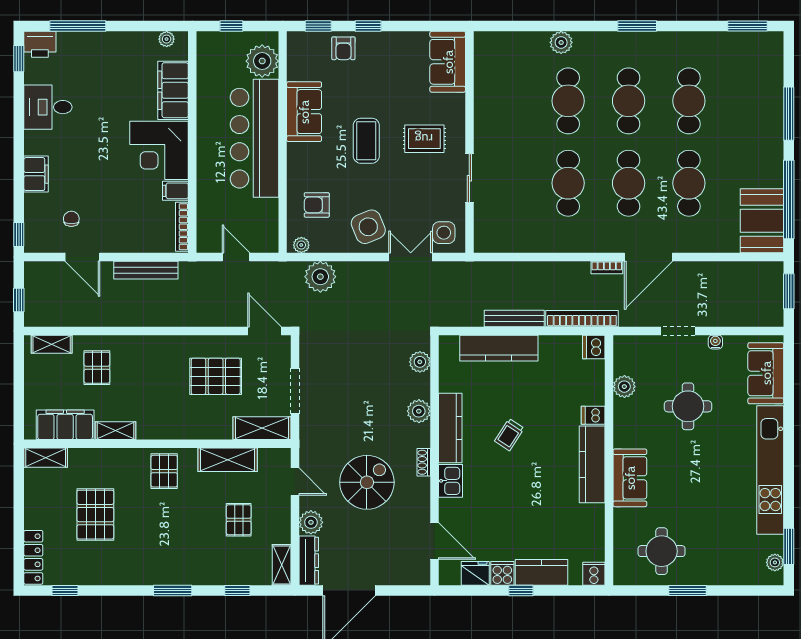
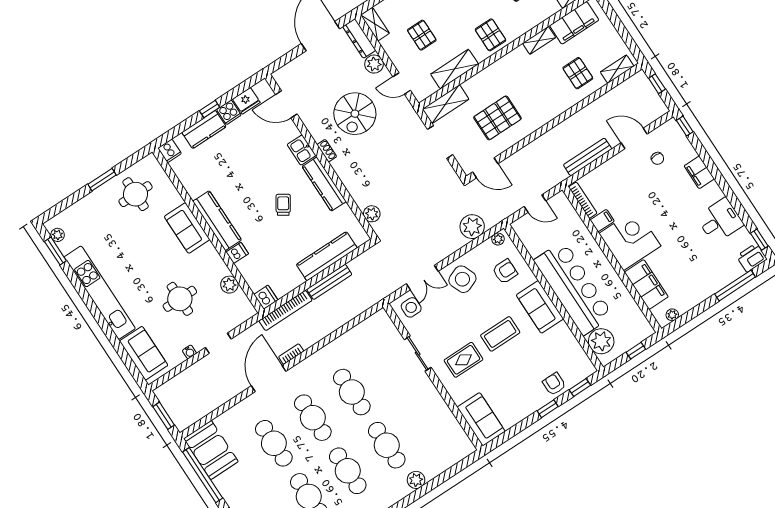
sofa: (304, 112) -> (540, 307), moved
coffee table: (366, 141) -> (500, 334), turned 90
plant: (419, 411) -> (352, 182), removed

